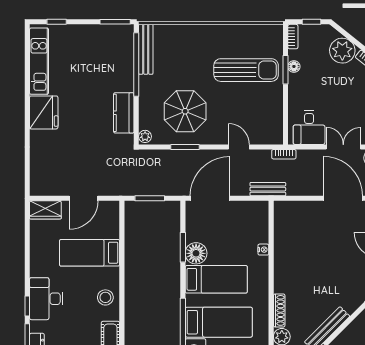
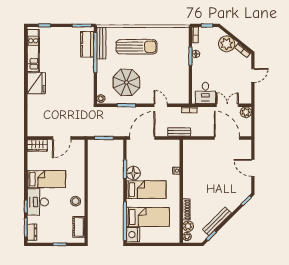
sun lounger: (246, 70) -> (136, 47), moved
kitchen counter: (124, 113) -> (87, 44), moved
bed: (90, 253) -> (46, 179), moved, turned 180

